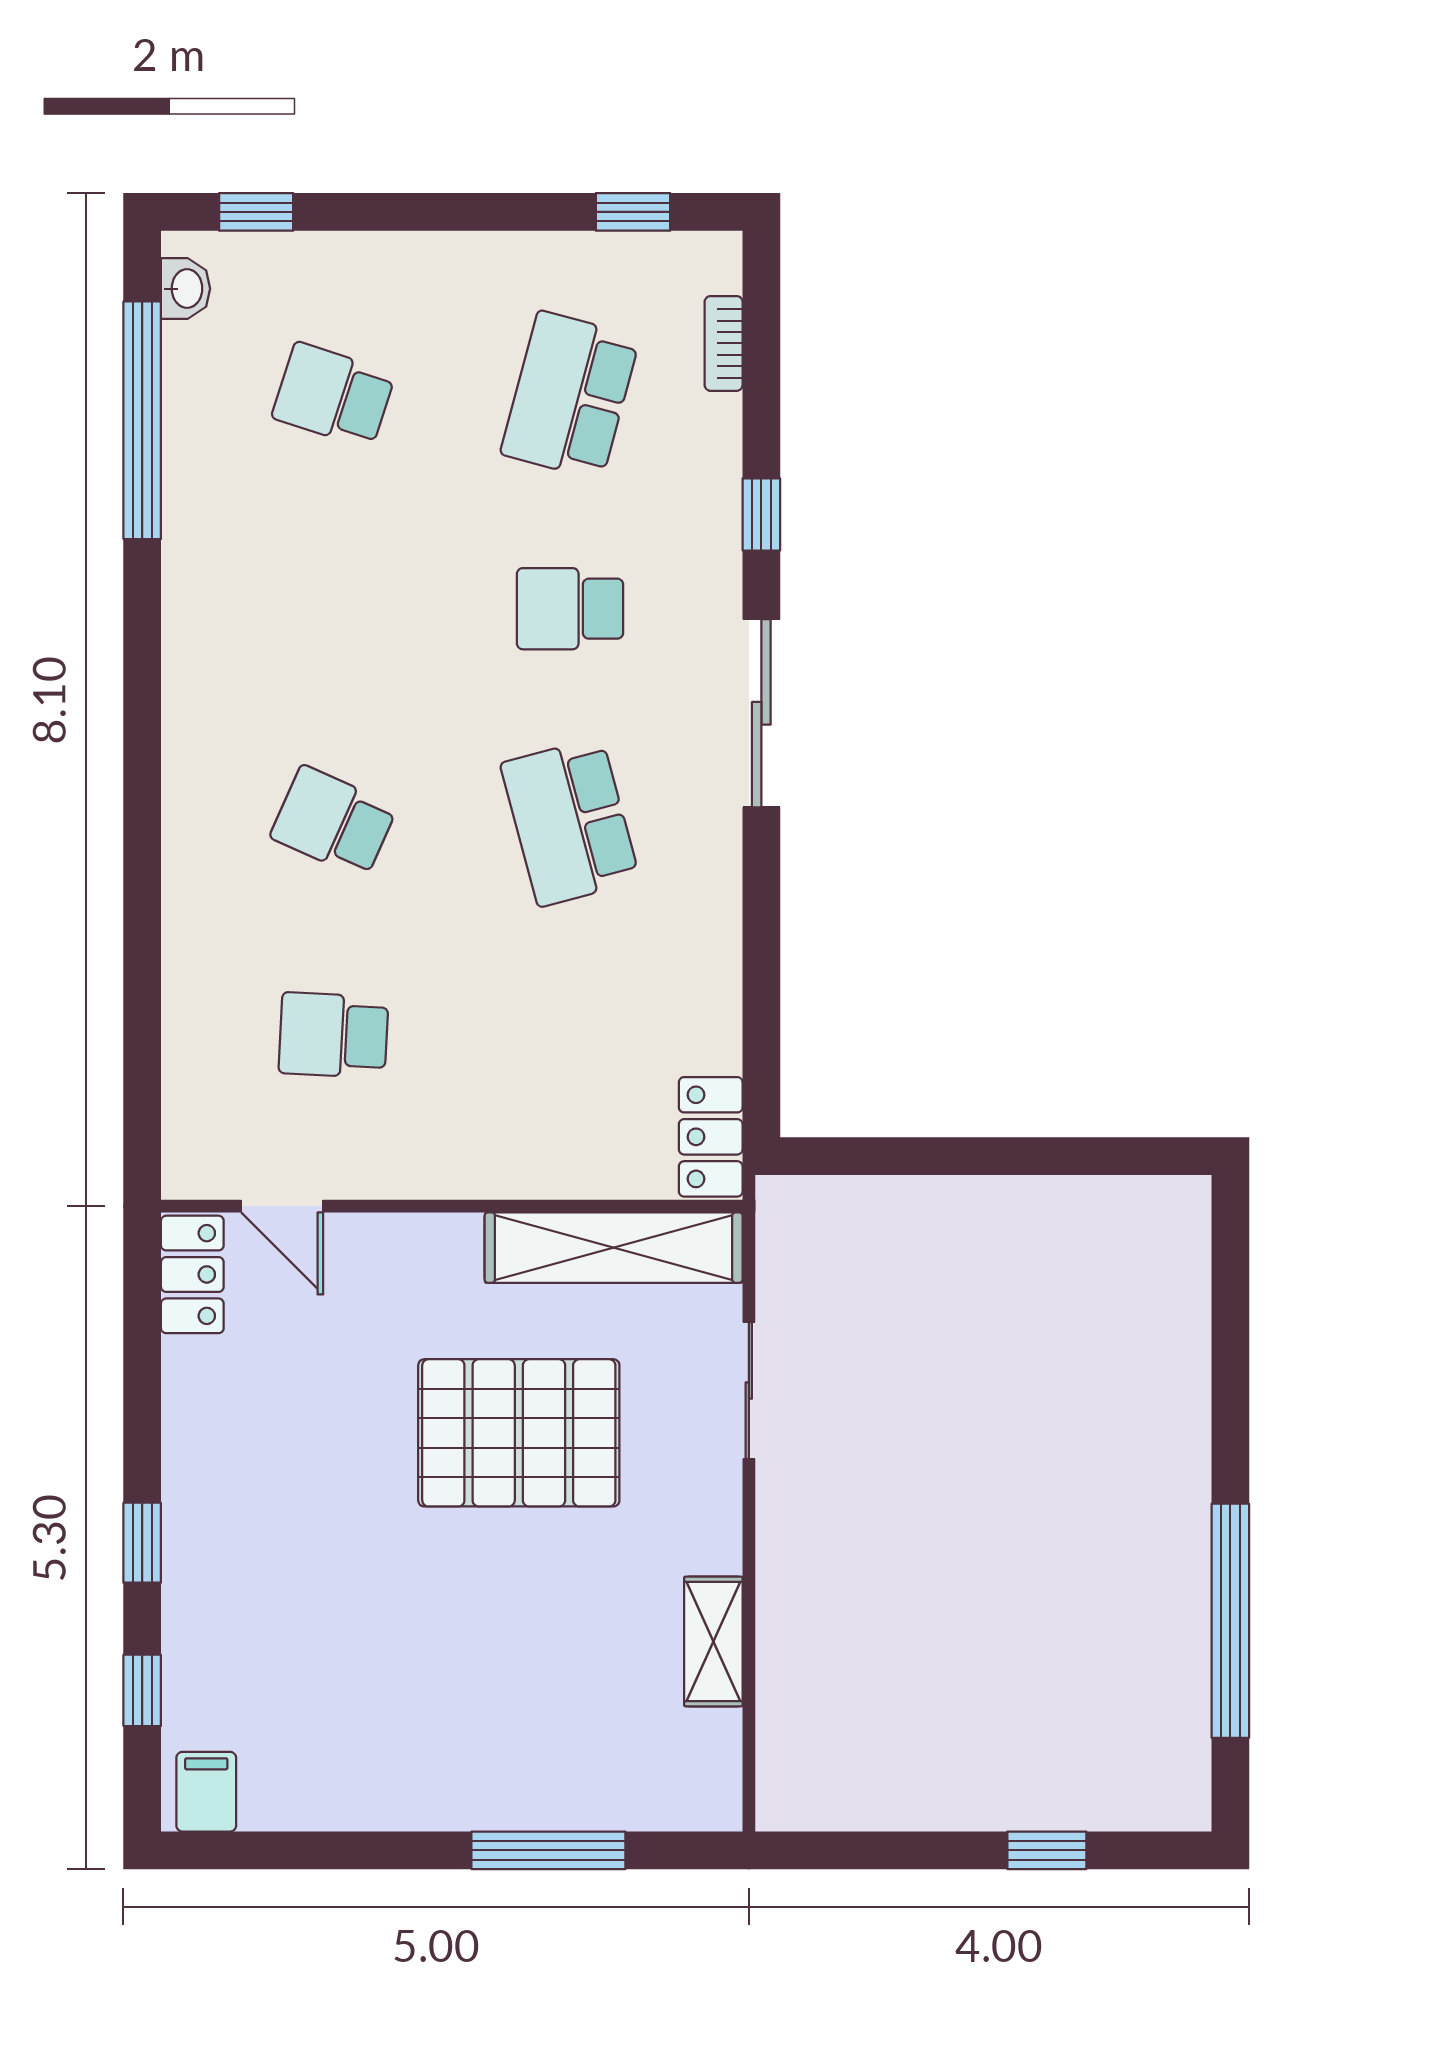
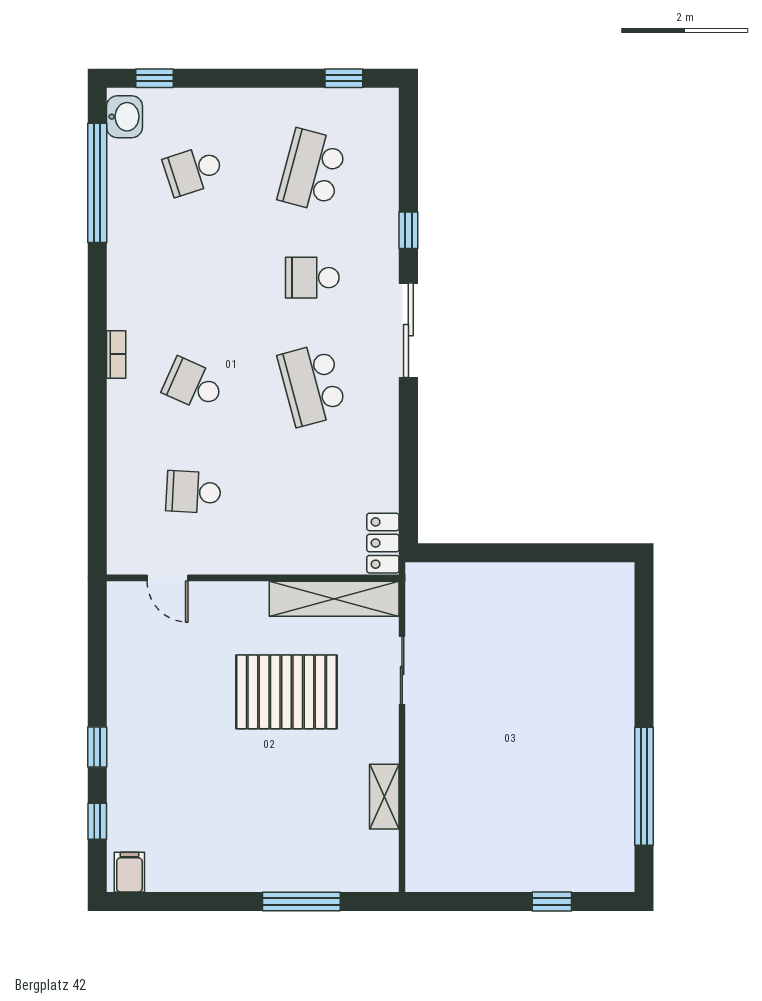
washbasin: (186, 289) -> (125, 117), width x1.38, depth x1.45
bookcase: (724, 343) -> (116, 354), moved, turned 180
school desk: (334, 395) -> (193, 170), turned -36
locker: (192, 1274) -> (122, 612), removed

